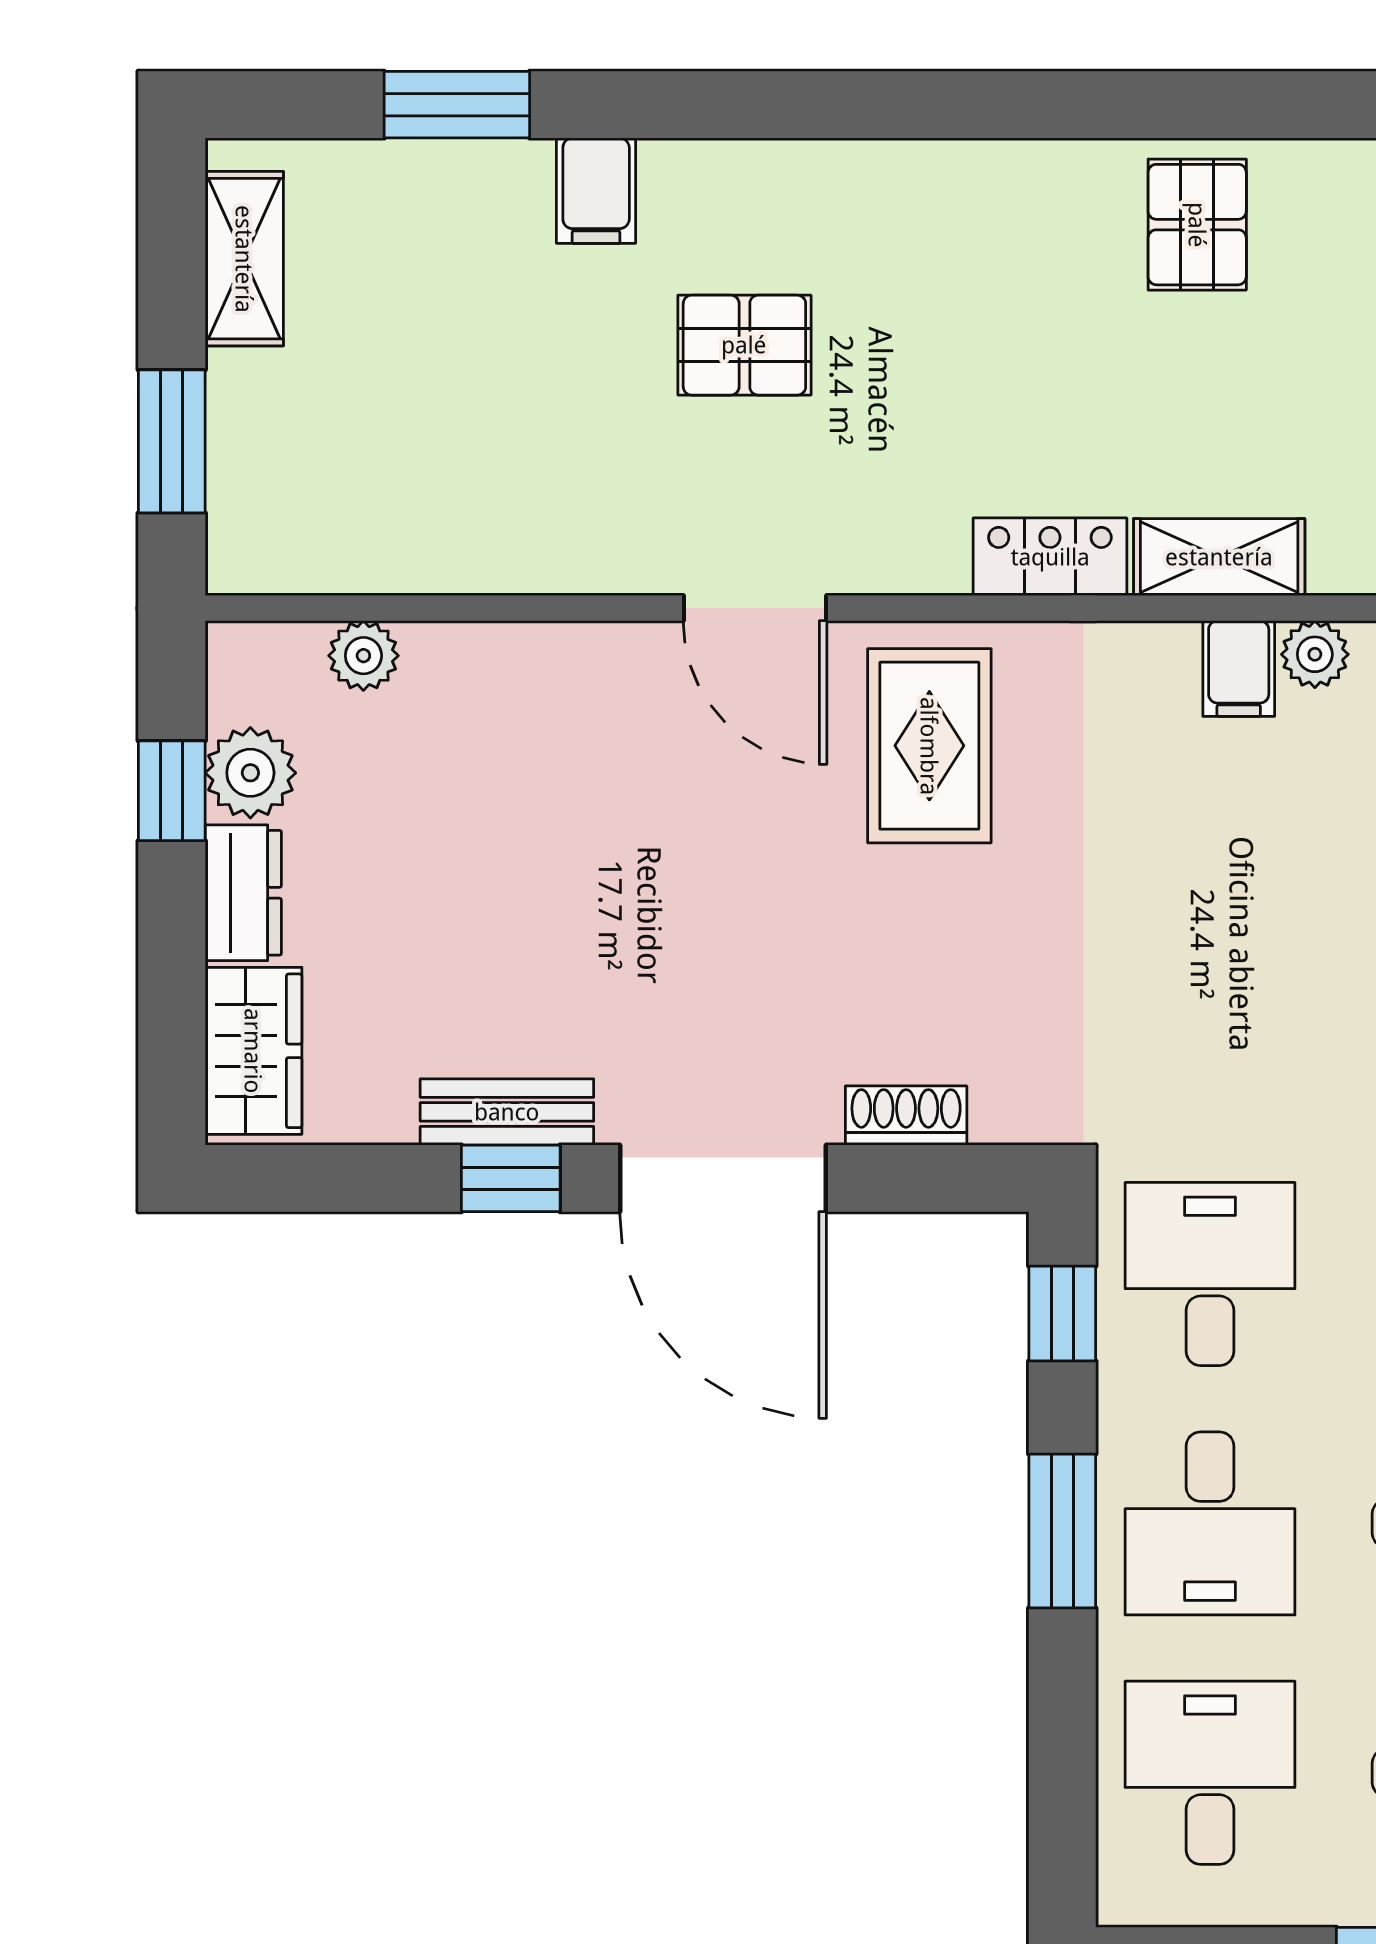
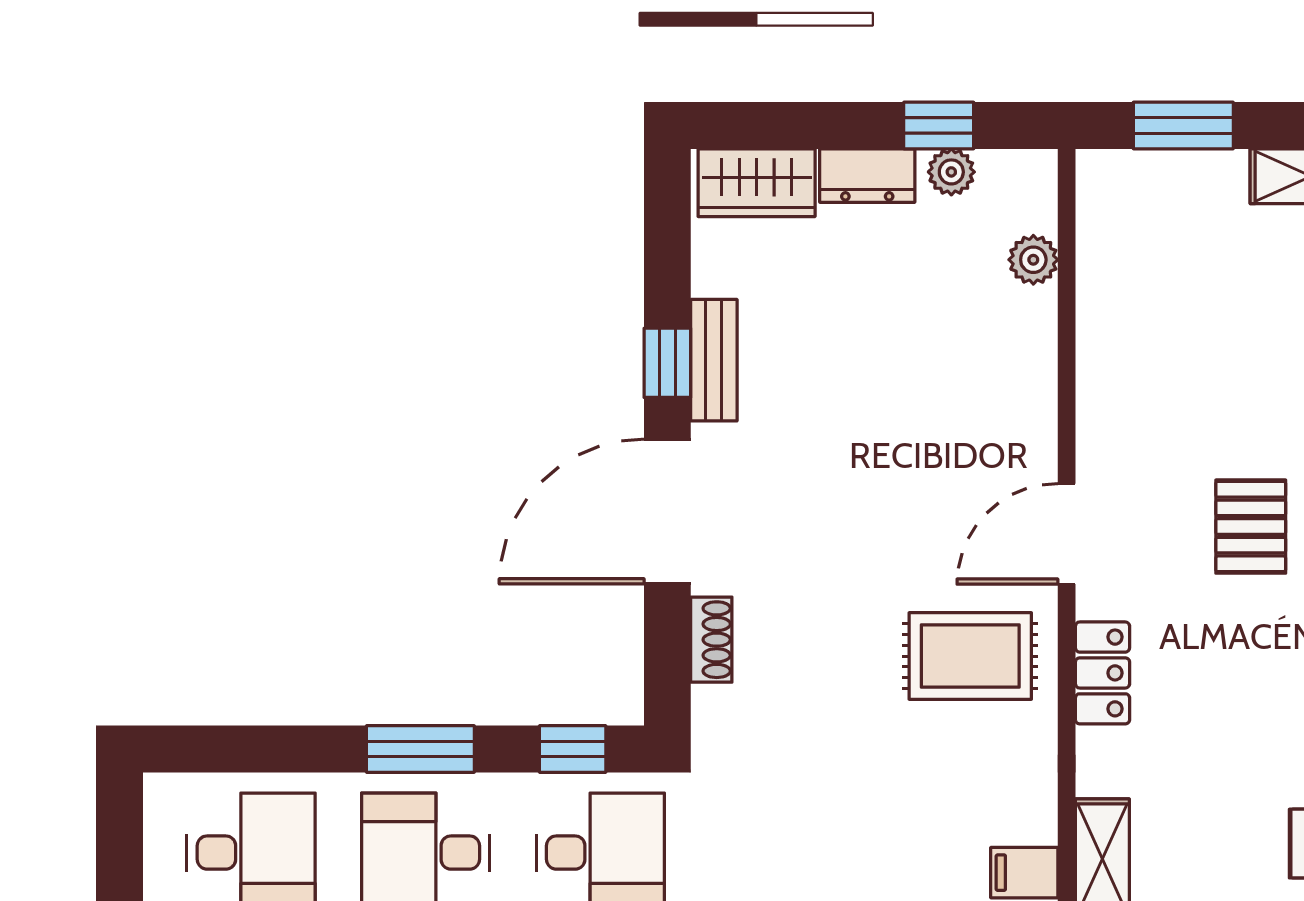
locker: (1050, 557) -> (1102, 673), moved
plant: (250, 773) -> (951, 172), width x0.73, depth x0.73

